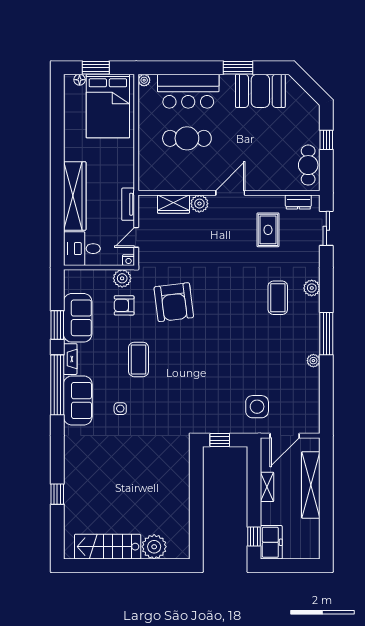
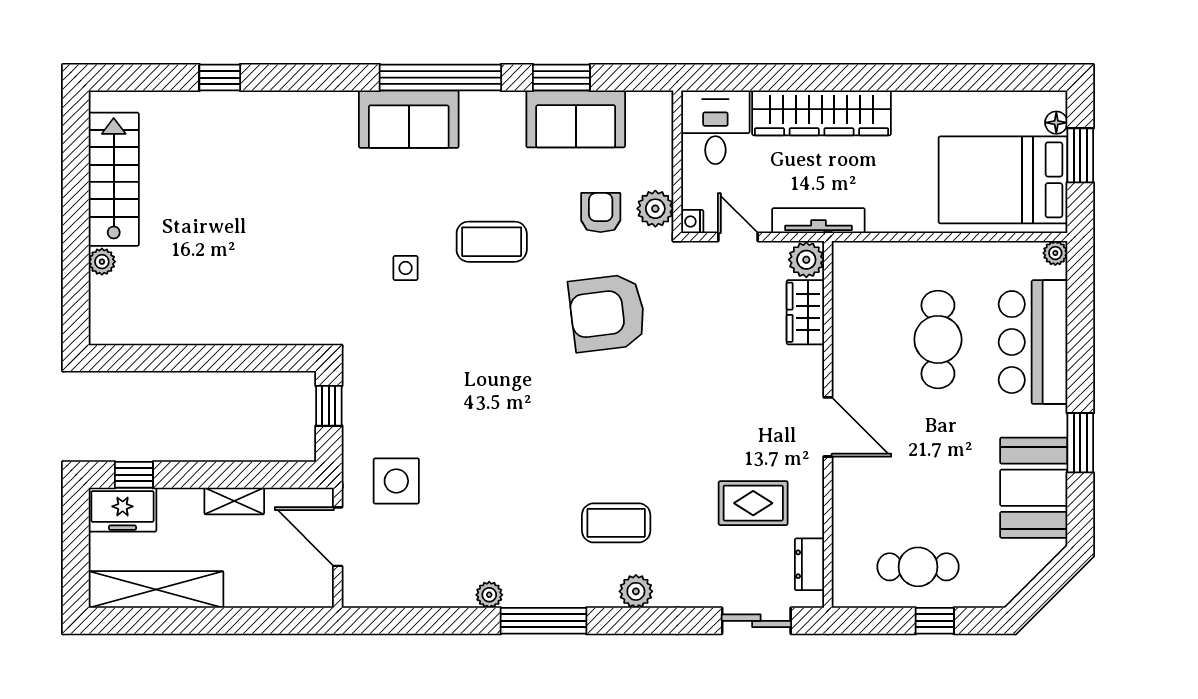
cafe table: (308, 165) -> (918, 567), moved
tv unit: (128, 204) -> (818, 221), width x1.41
plant: (199, 204) -> (806, 260), moved
fireplace: (70, 359) -> (492, 104), removed
side table: (120, 409) -> (406, 268), moved
shelving: (311, 485) -> (156, 590), moved
plant: (154, 547) -> (102, 262), width x0.53, depth x0.53

